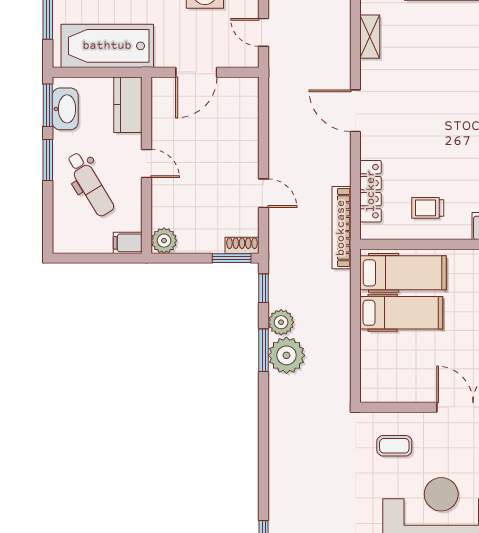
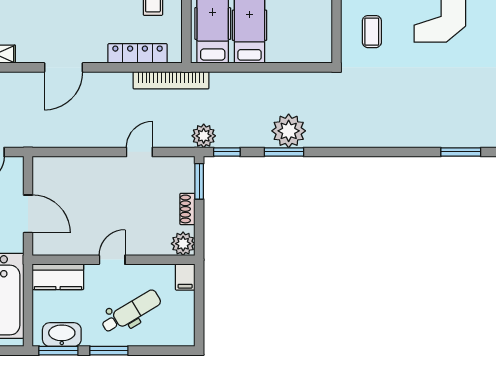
shoe rack: (242, 245) -> (187, 209), moved
plant: (281, 322) -> (204, 136), moved

